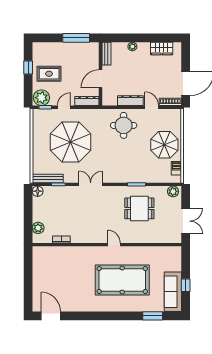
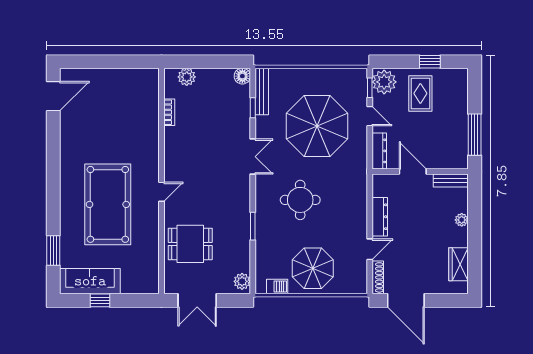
round table: (124, 125) -> (300, 200), moved
dining table: (139, 208) -> (190, 244), moved, turned 90

